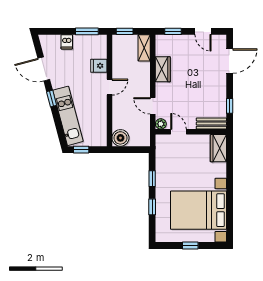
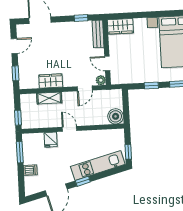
shelving: (144, 48) -> (49, 98), moved
door: (179, 132) -> (107, 64), hinge flipped

